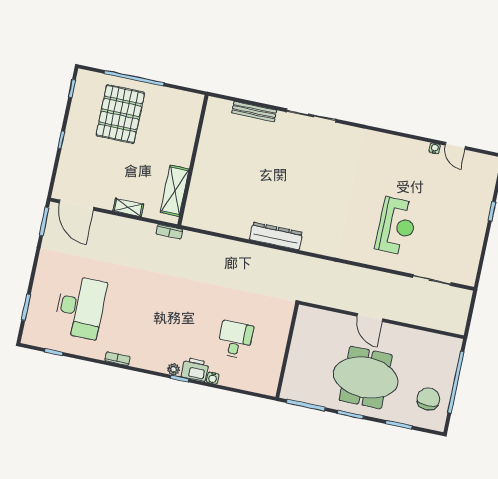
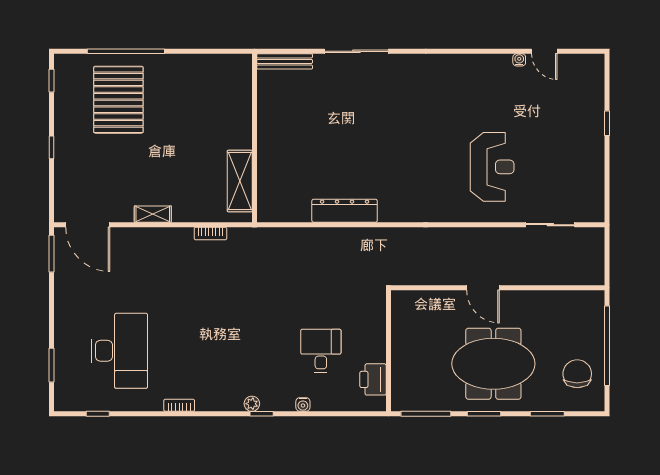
wall: (193, 160) -> (254, 138), moved
shelving: (175, 191) -> (240, 181), moved
printer: (195, 369) -> (373, 379), moved, turned -90

